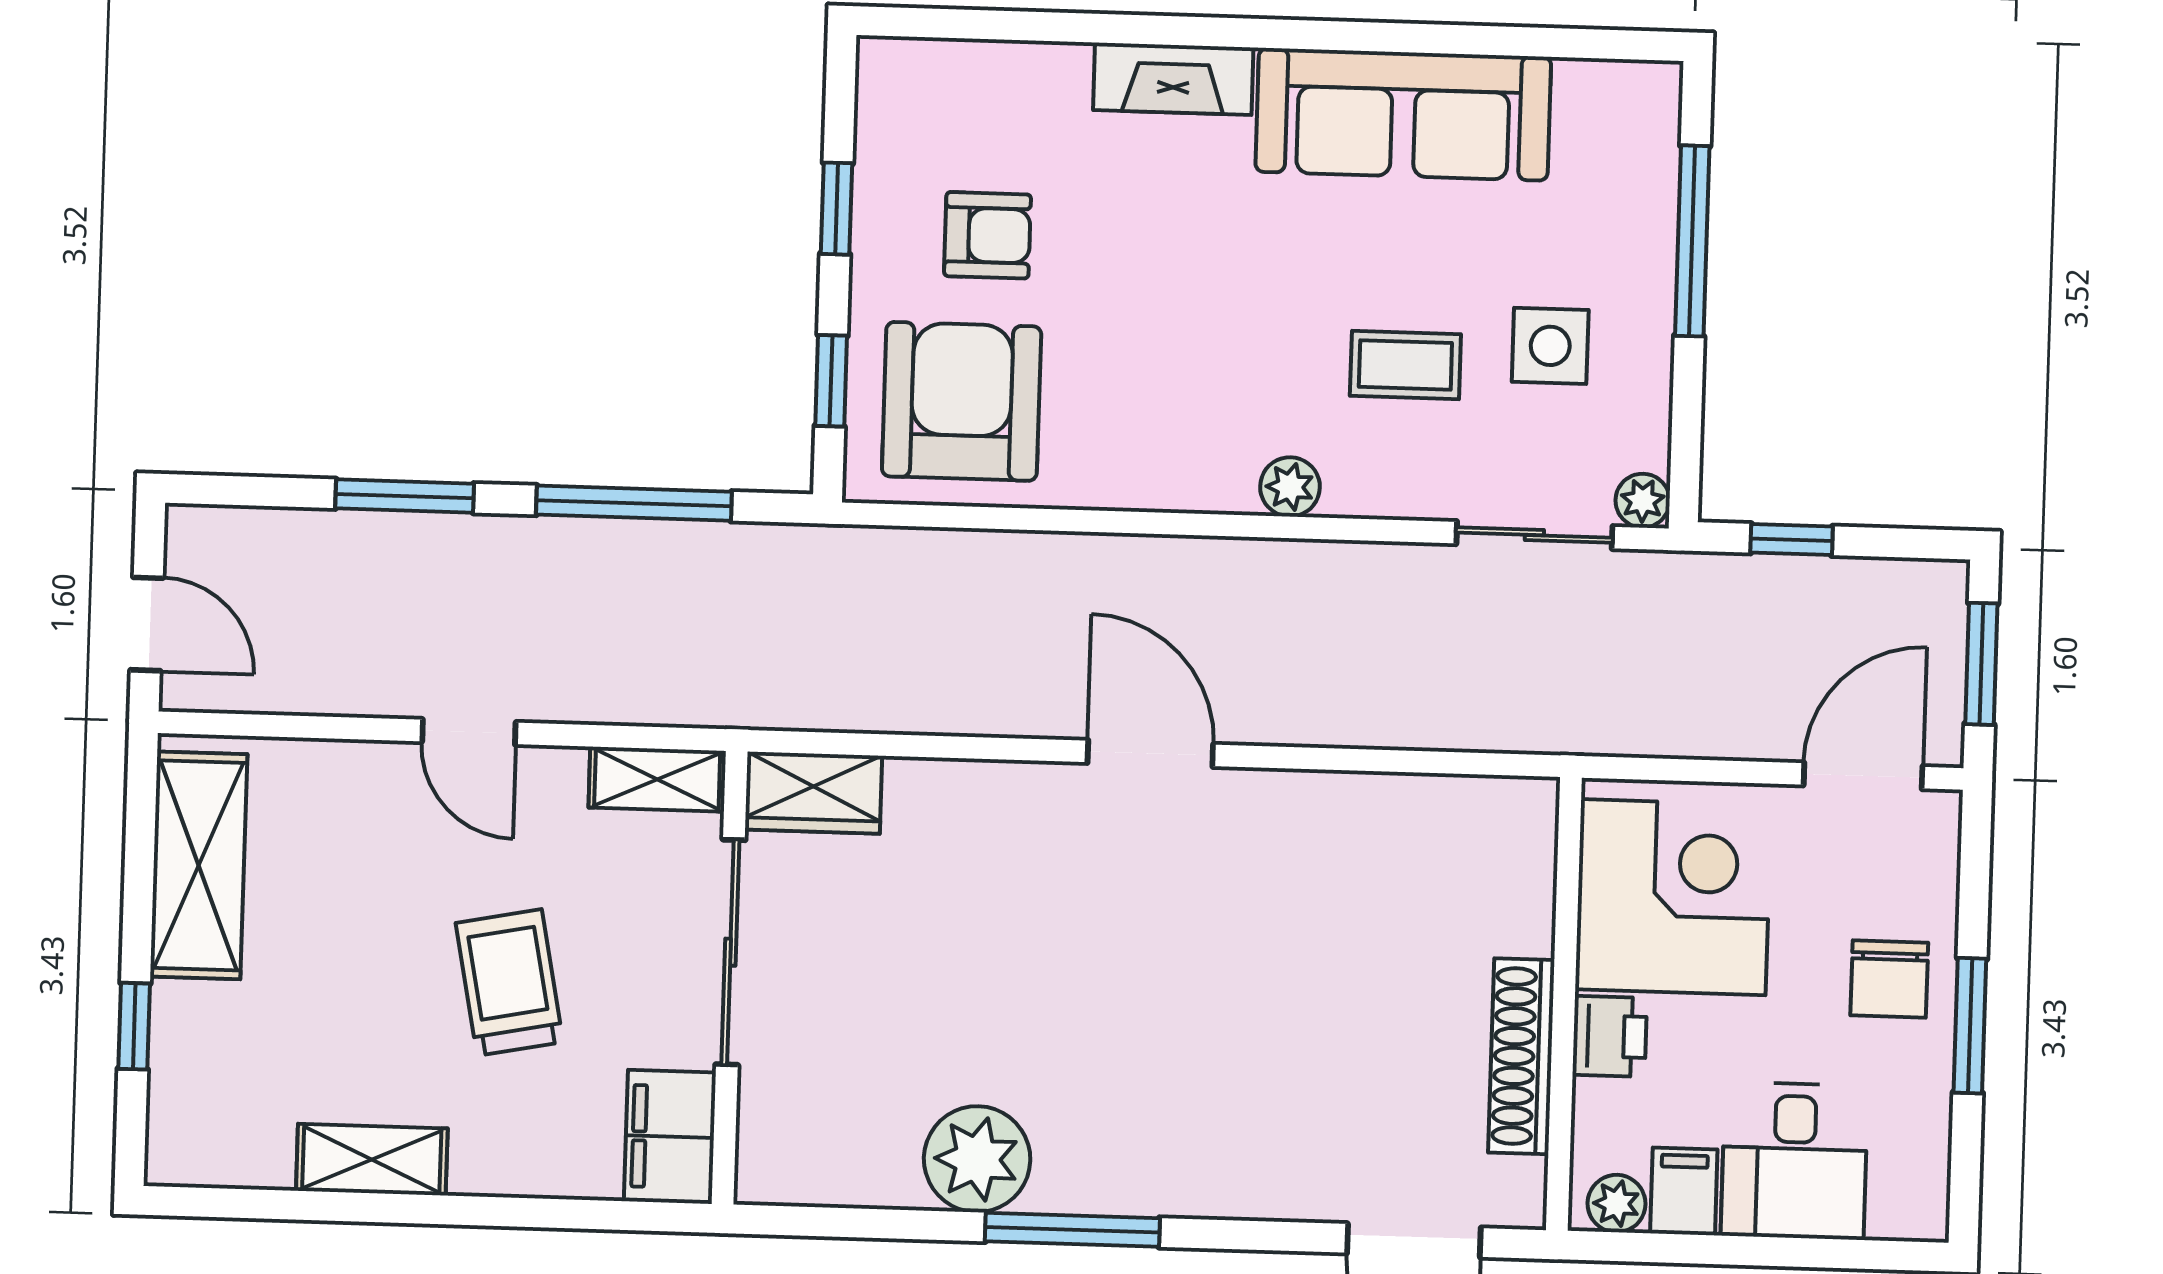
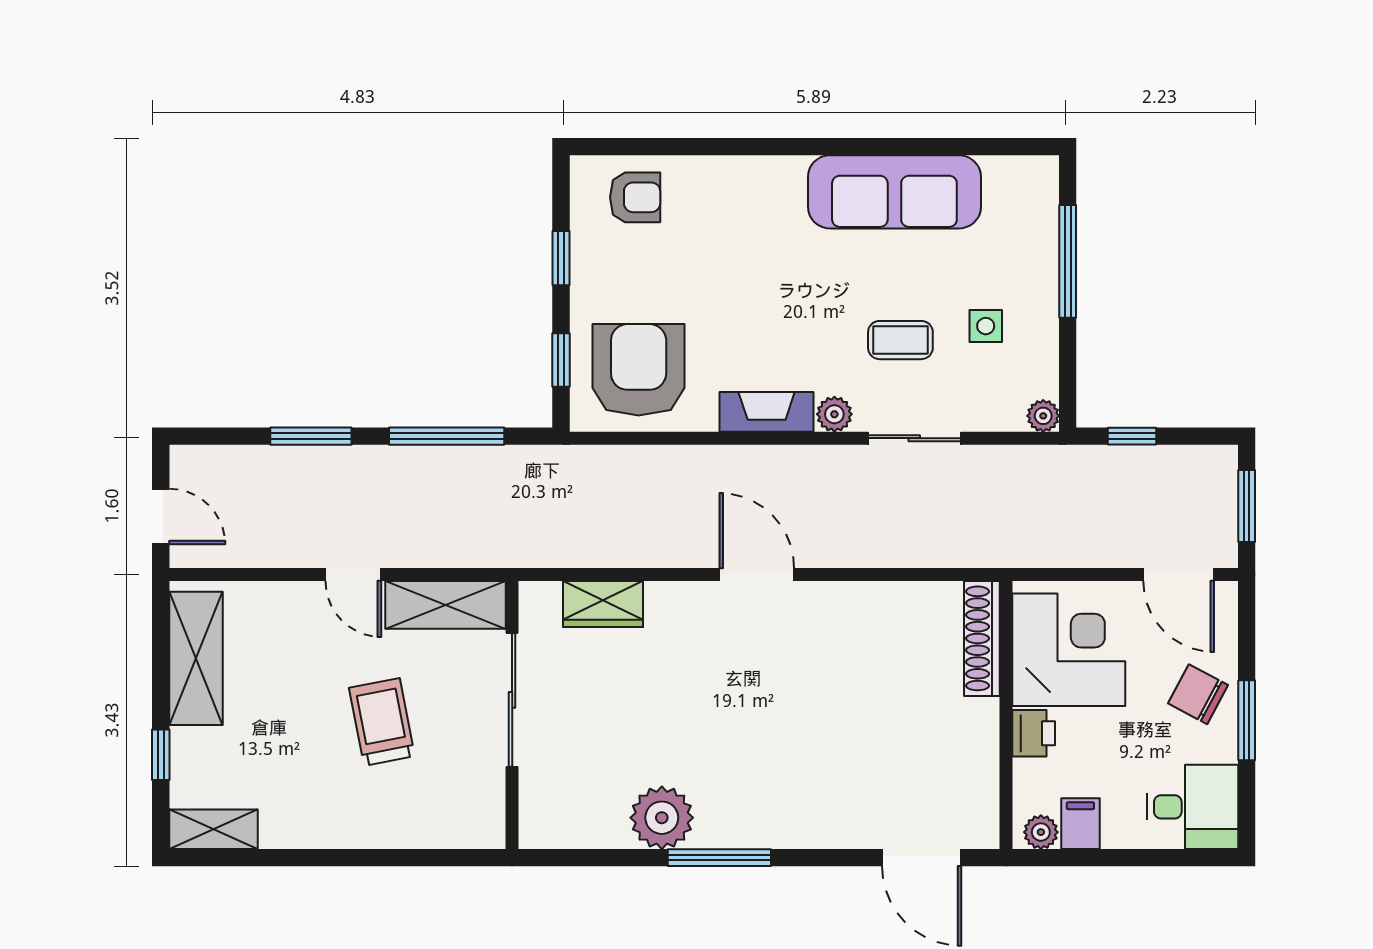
fireplace: (1173, 79) -> (767, 412), moved, turned 180
armchair: (987, 235) -> (635, 197), moved
side table: (1550, 346) -> (986, 326), width x0.73, depth x0.73
sliding door: (1534, 535) -> (914, 438), moved
door: (1863, 776) -> (1179, 574), swing flipped
shelving: (657, 779) -> (446, 605), width x1.50, depth x1.33
wardrobe: (814, 793) -> (603, 604), moved
chair: (1889, 979) -> (1198, 694), turned 118
shoe rack: (1521, 1056) -> (982, 638), moved
filing cabinet: (670, 1137) -> (480, 810), removed
shelving: (372, 1160) -> (214, 829), moved
desk: (1794, 1161) -> (1192, 807), moved, turned -90

